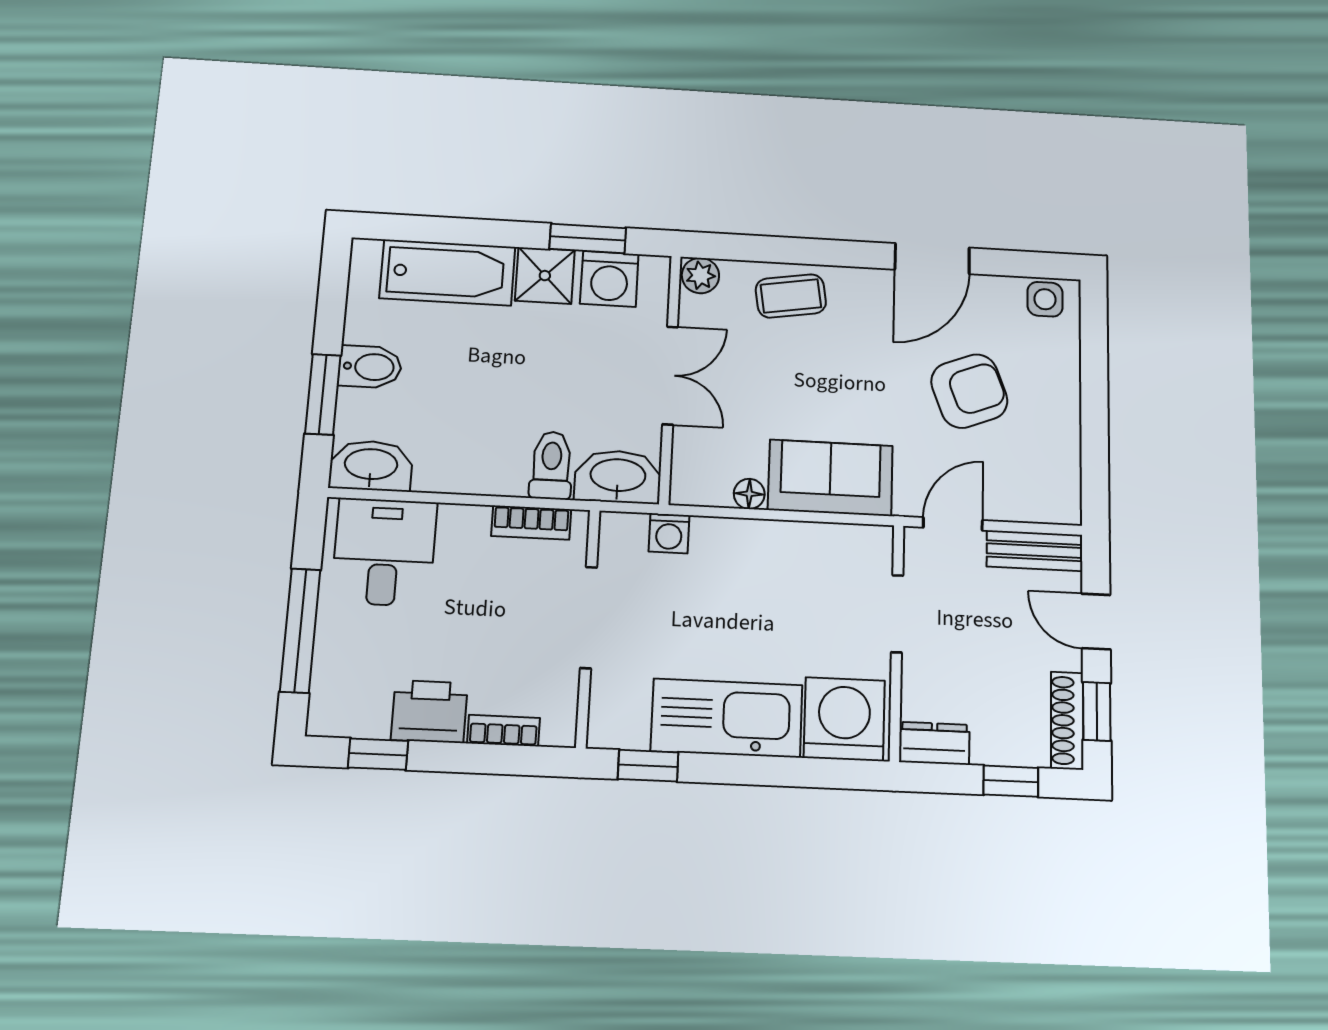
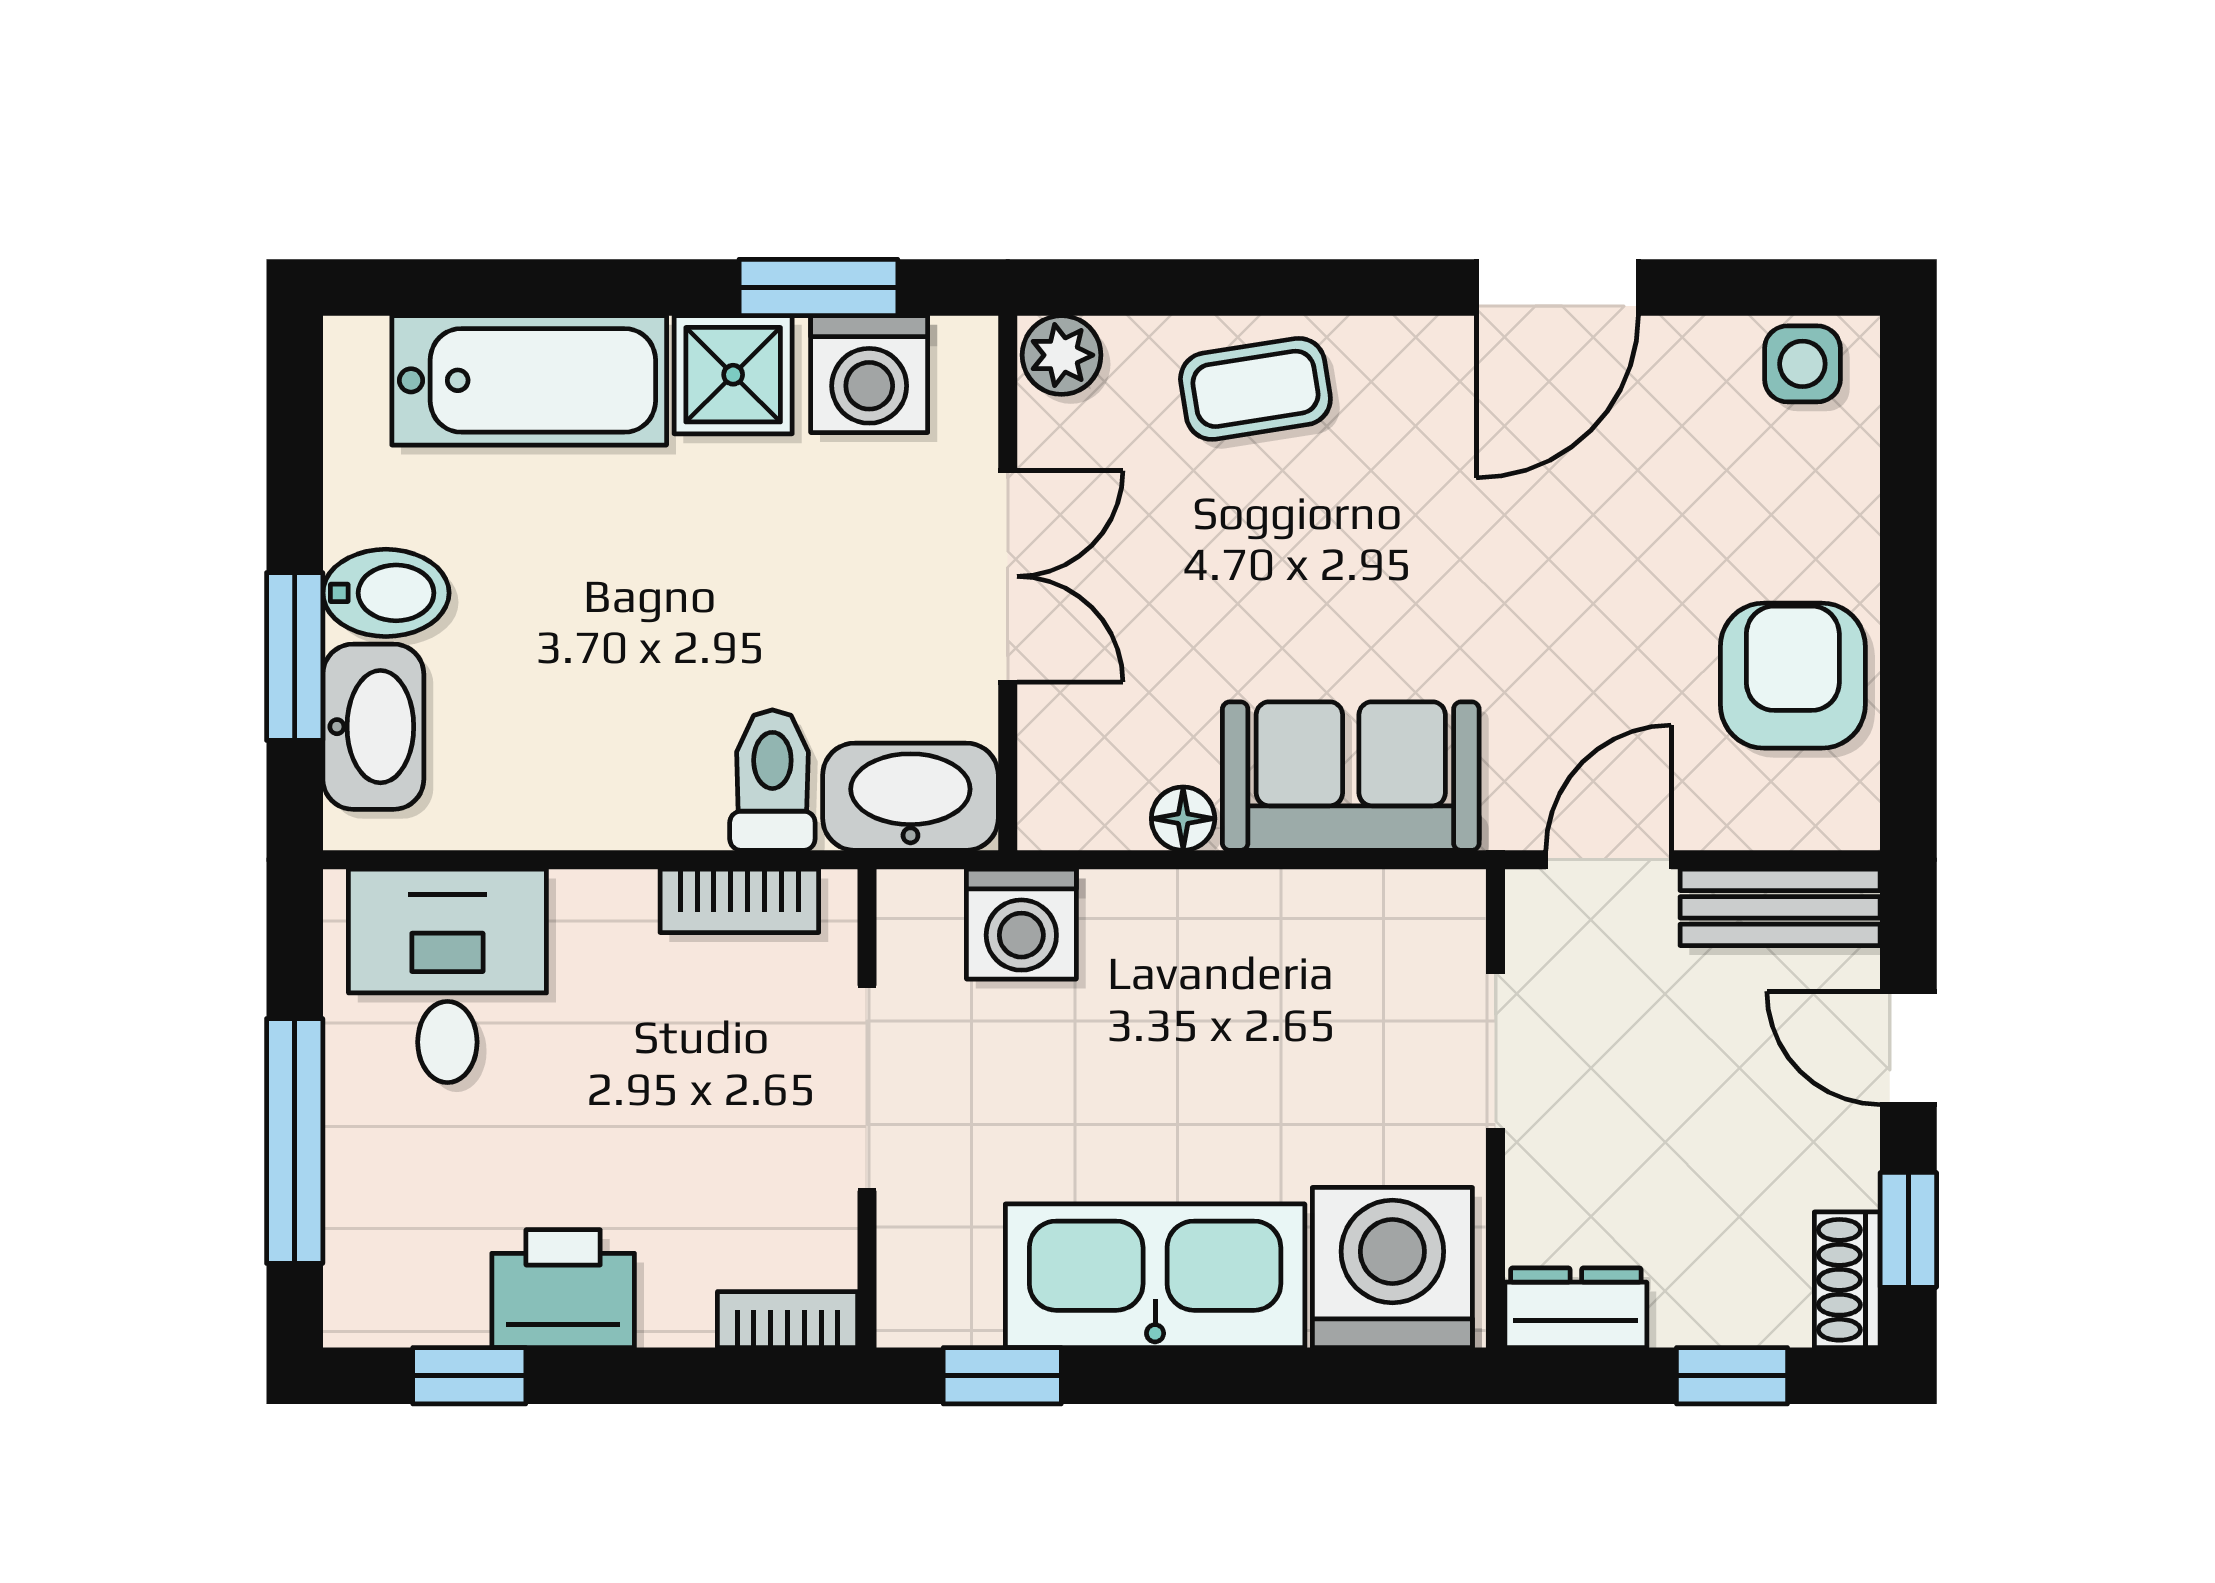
armchair: (969, 391) -> (1793, 676), moved, turned -69
washbasin: (371, 466) -> (373, 727), moved, turned 90
washing machine: (669, 533) -> (1021, 924), width x1.38, depth x1.38
shoe rack: (1067, 720) -> (1847, 1280), width x0.70
bookcase: (504, 731) -> (788, 1320), moved

